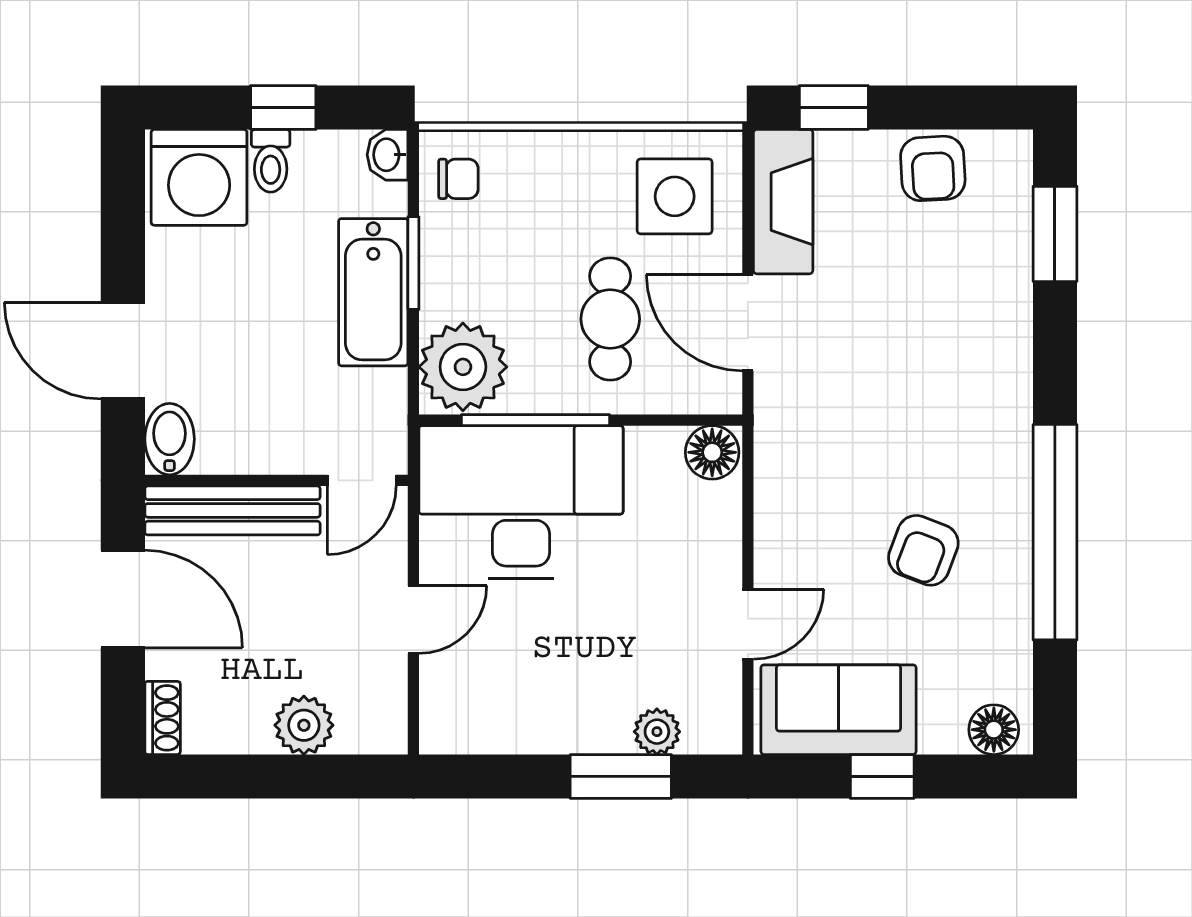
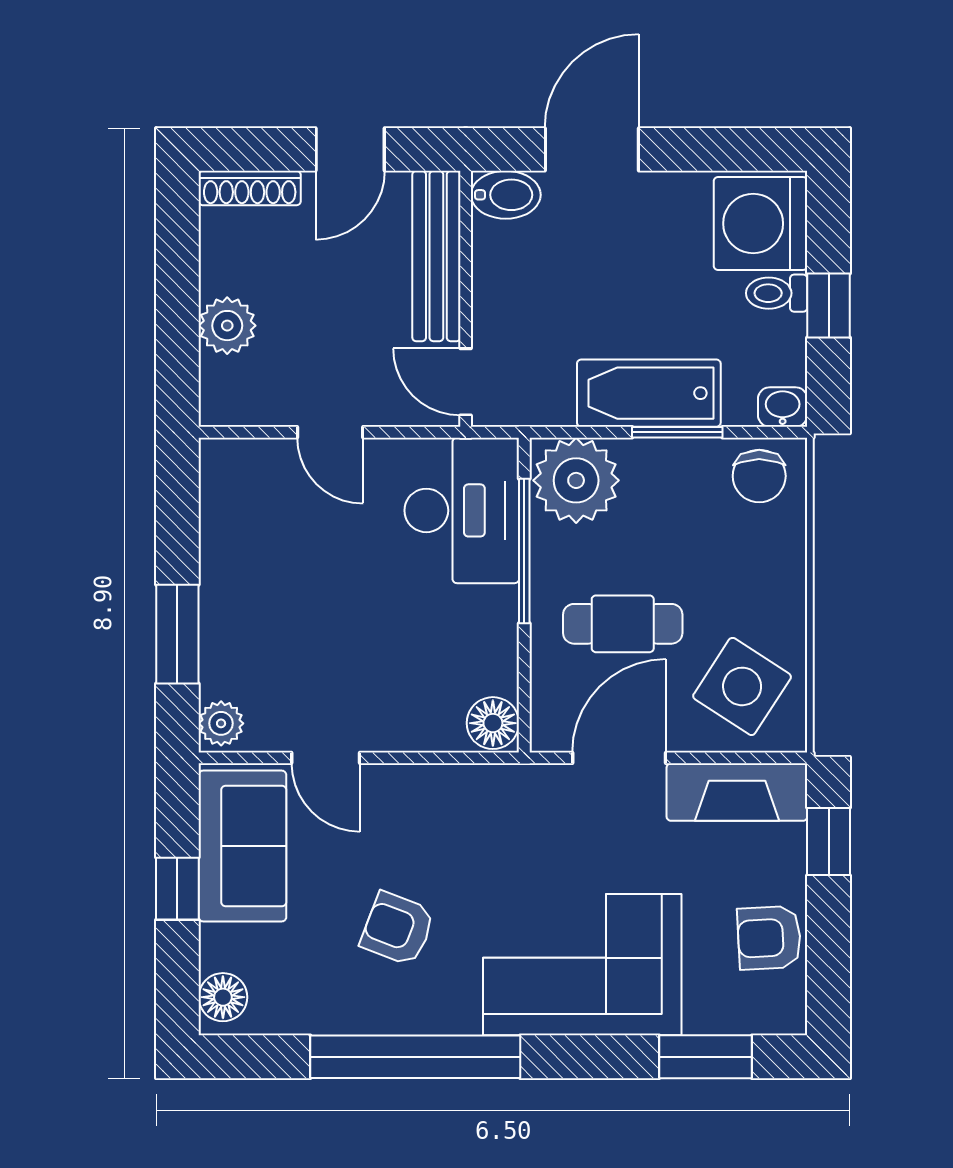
chair: (458, 179) -> (759, 476), width x1.37, depth x1.37
side table: (675, 196) -> (742, 686), turned 33
corner sofa: (960, 361) -> (582, 965), added
desk: (521, 502) -> (462, 510), width x0.73, depth x0.77
door: (123, 599) -> (350, 149), width x0.73
shoe rack: (163, 718) -> (250, 188), width x1.43
plant: (657, 732) -> (221, 723), moved

